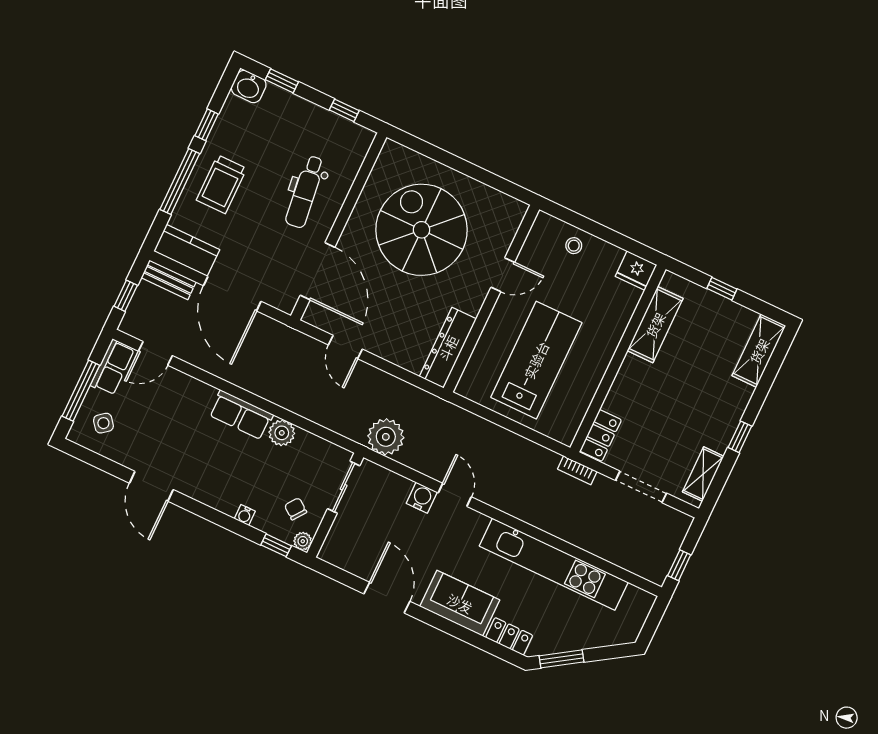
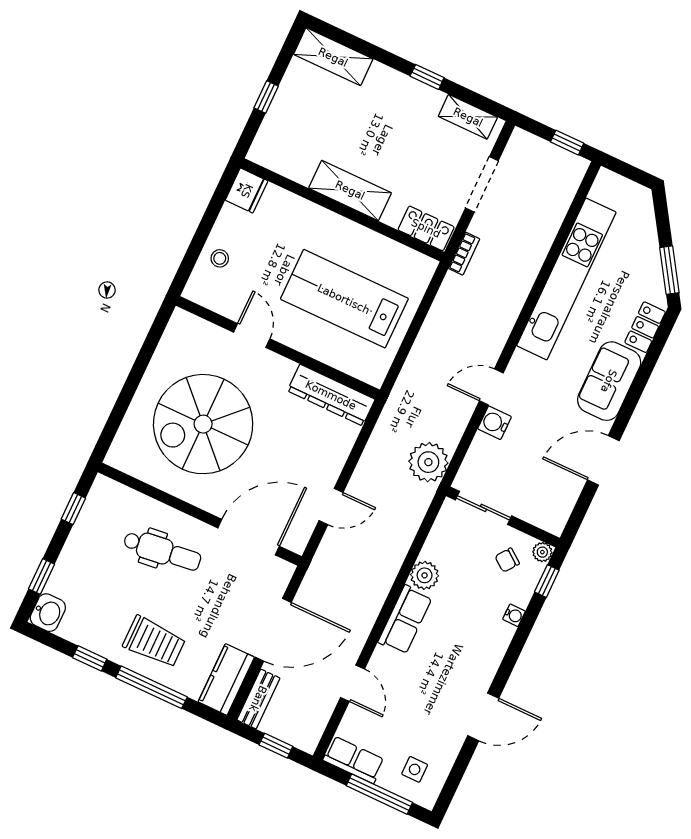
shelving: (655, 325) -> (350, 190), moved
door: (155, 353) -> (353, 683), moved
side table: (103, 423) -> (415, 769), turned 38

